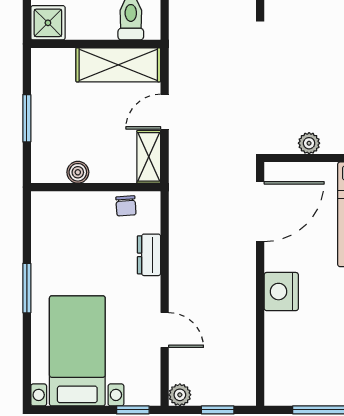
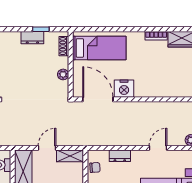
door: (165, 112) -> (47, 148), swing flipped
nightstand: (281, 292) -> (124, 89), moved

